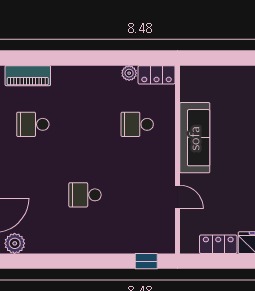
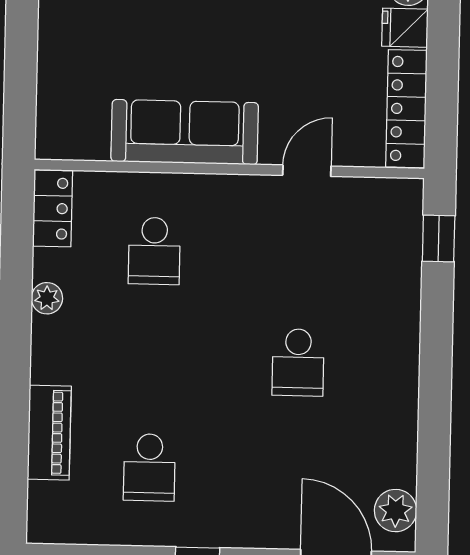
plant: (129, 73) -> (47, 298), moved
piano: (28, 76) -> (49, 433), moved
locker: (218, 244) -> (406, 109), width x1.53

